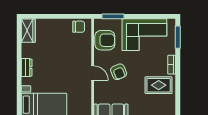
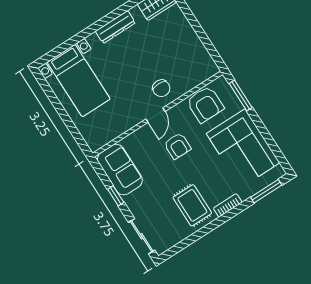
chair: (79, 27) -> (161, 88), moved
dresser: (27, 68) -> (115, 27), width x1.44
armchair: (119, 72) -> (177, 146), turned -67

